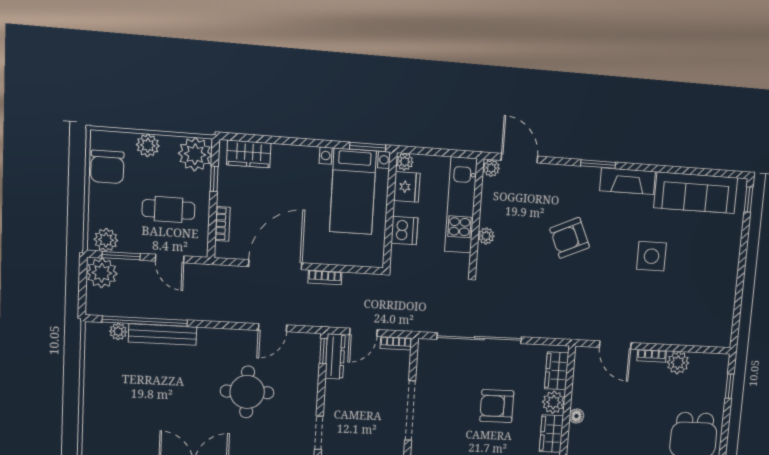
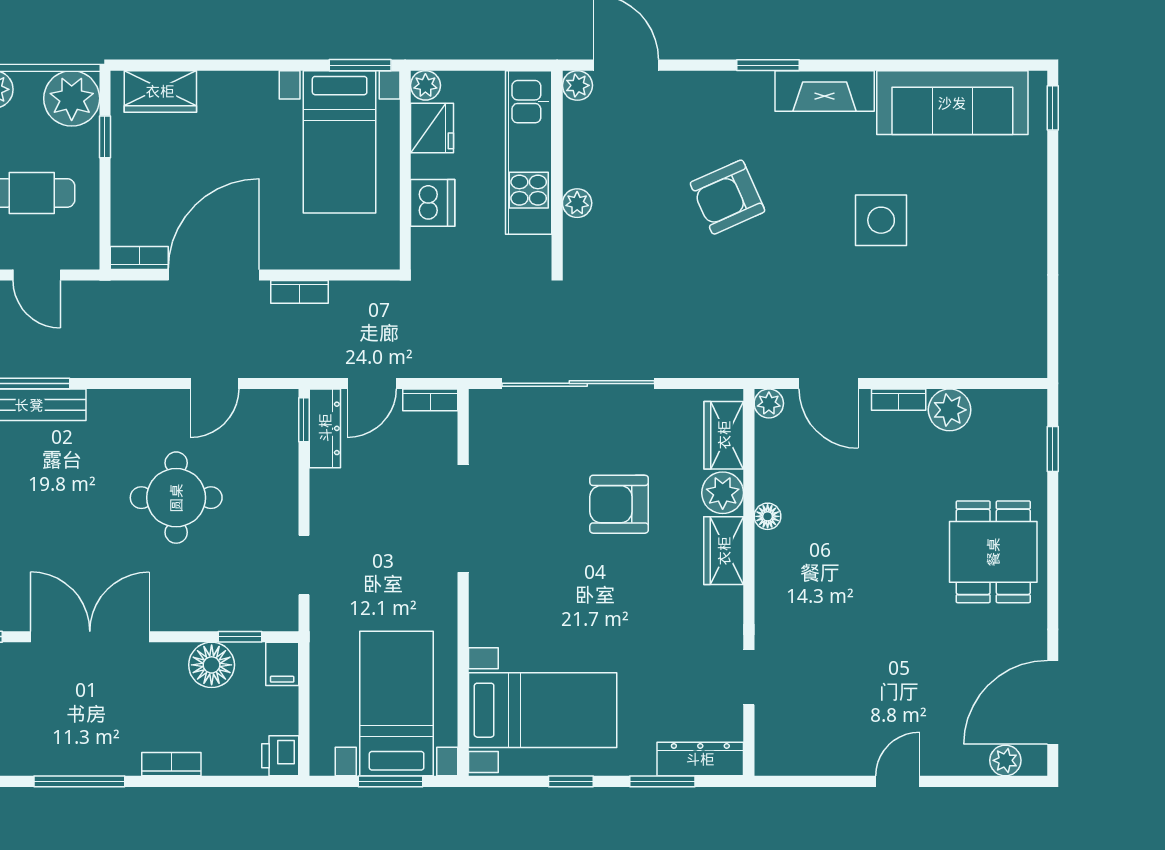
bookcase: (223, 224) -> (139, 258), moved, turned -90
plant: (582, 354) -> (769, 403), added

